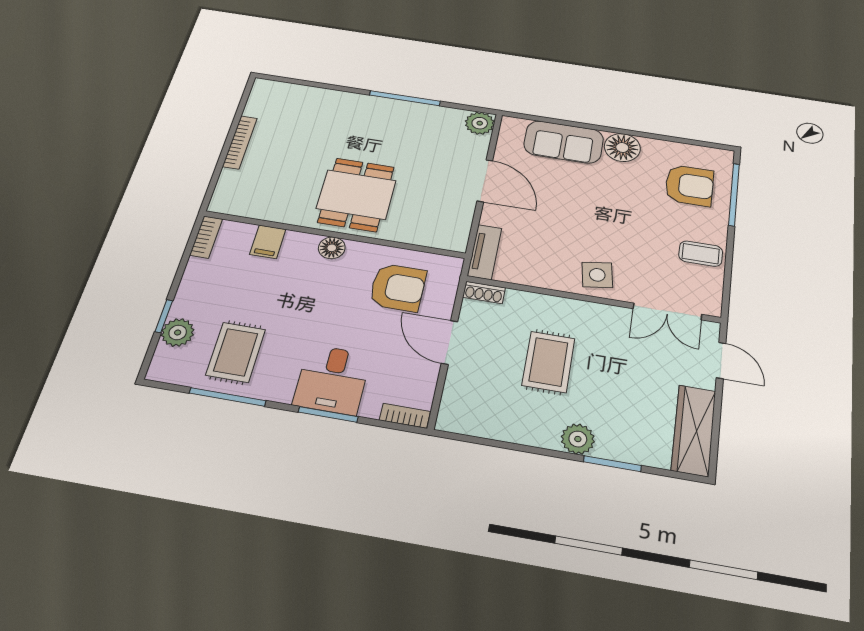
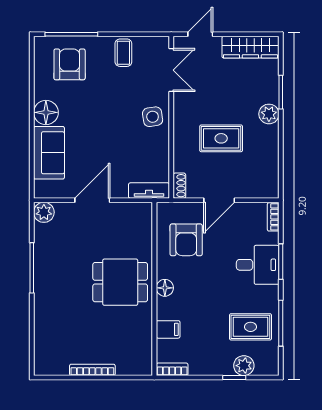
armchair: (398, 287) -> (186, 240), turned 180

